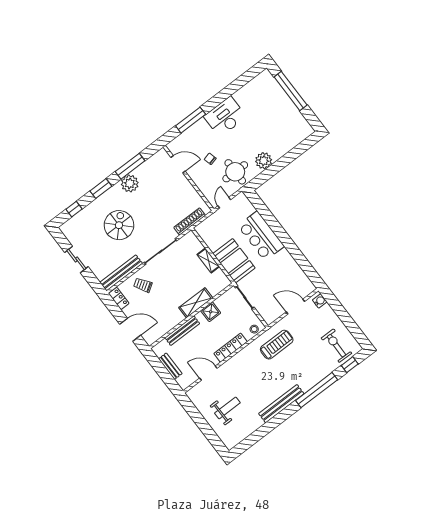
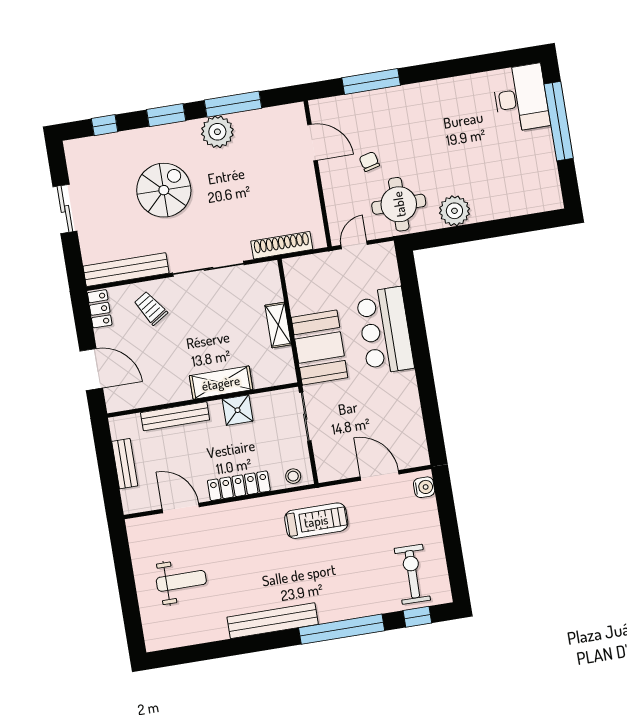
desk: (225, 117) -> (521, 98), moved, turned 90

